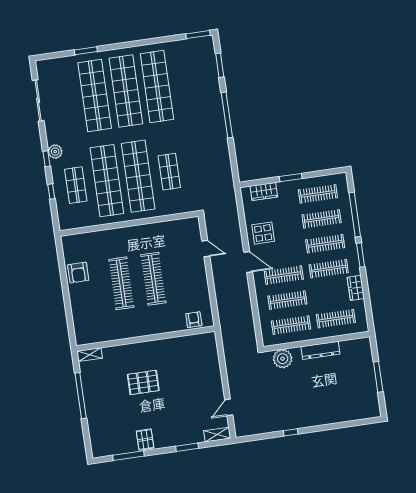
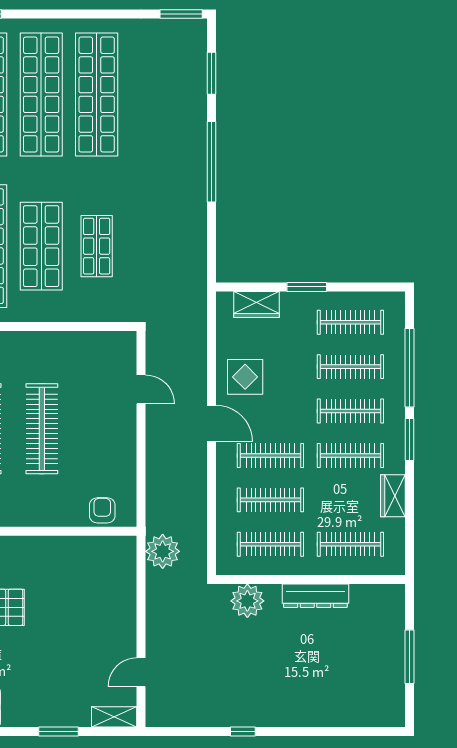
shop shelf: (138, 176) -> (41, 246), width x0.71
plant: (231, 338) -> (163, 551), added

